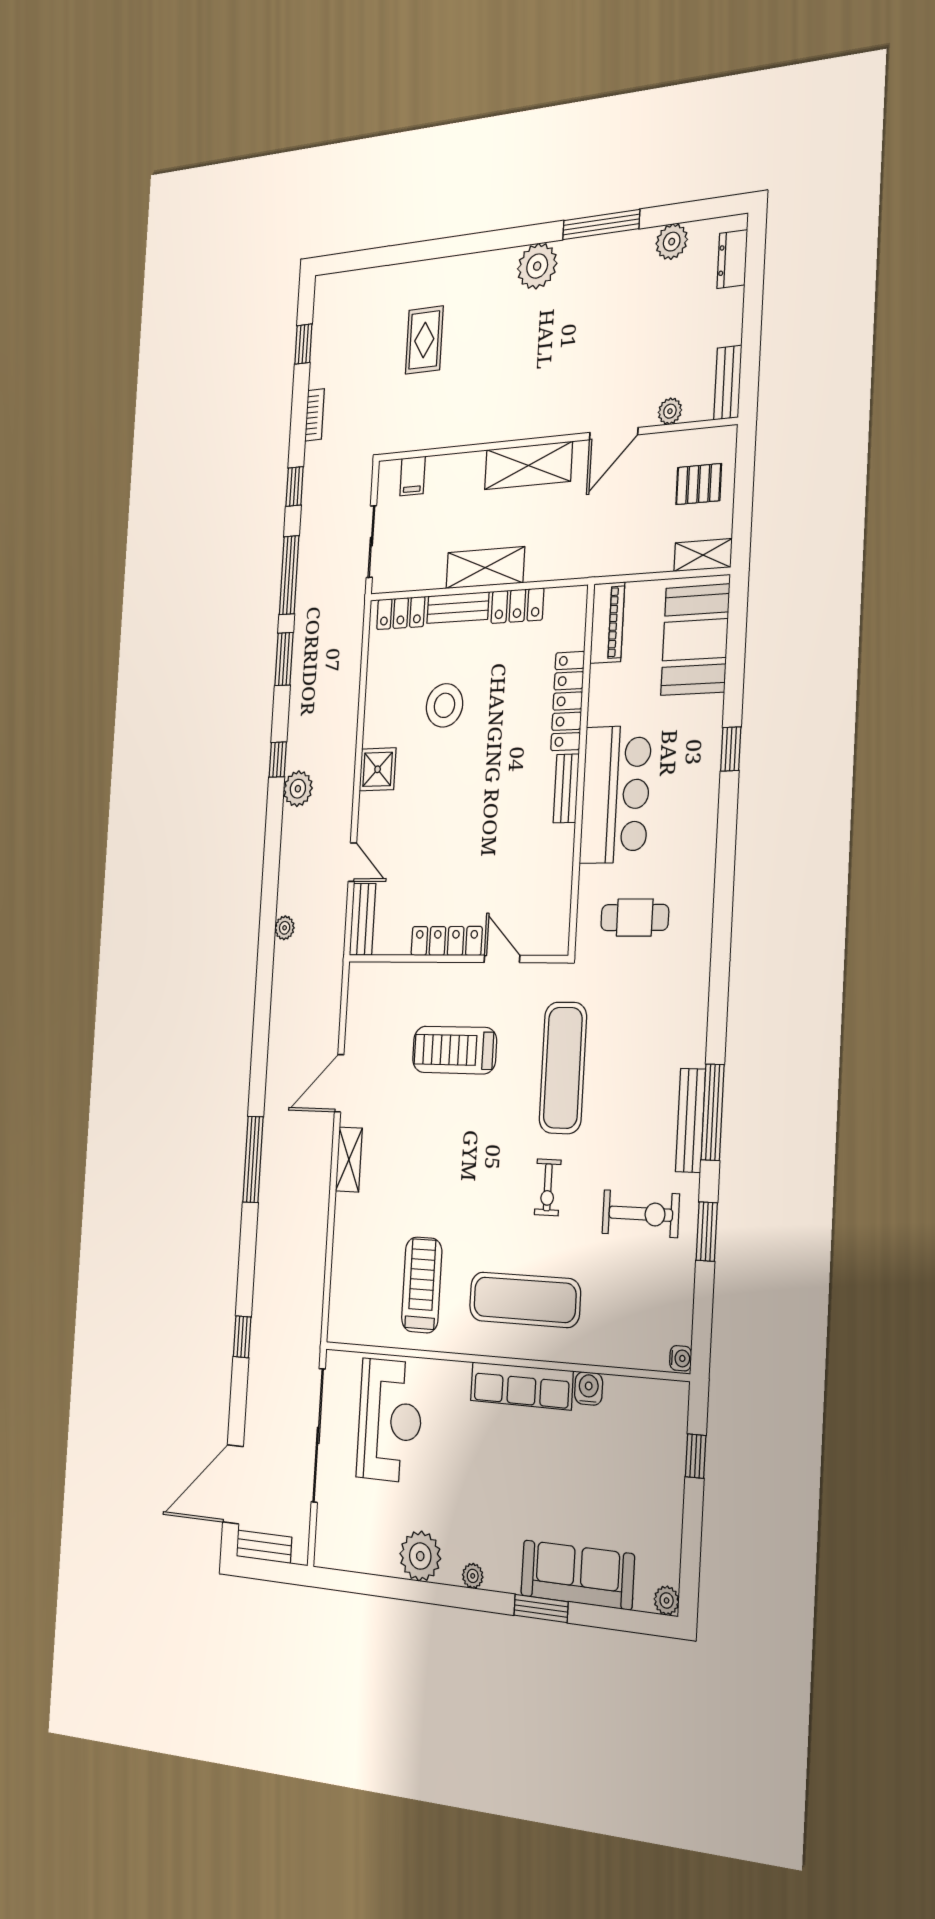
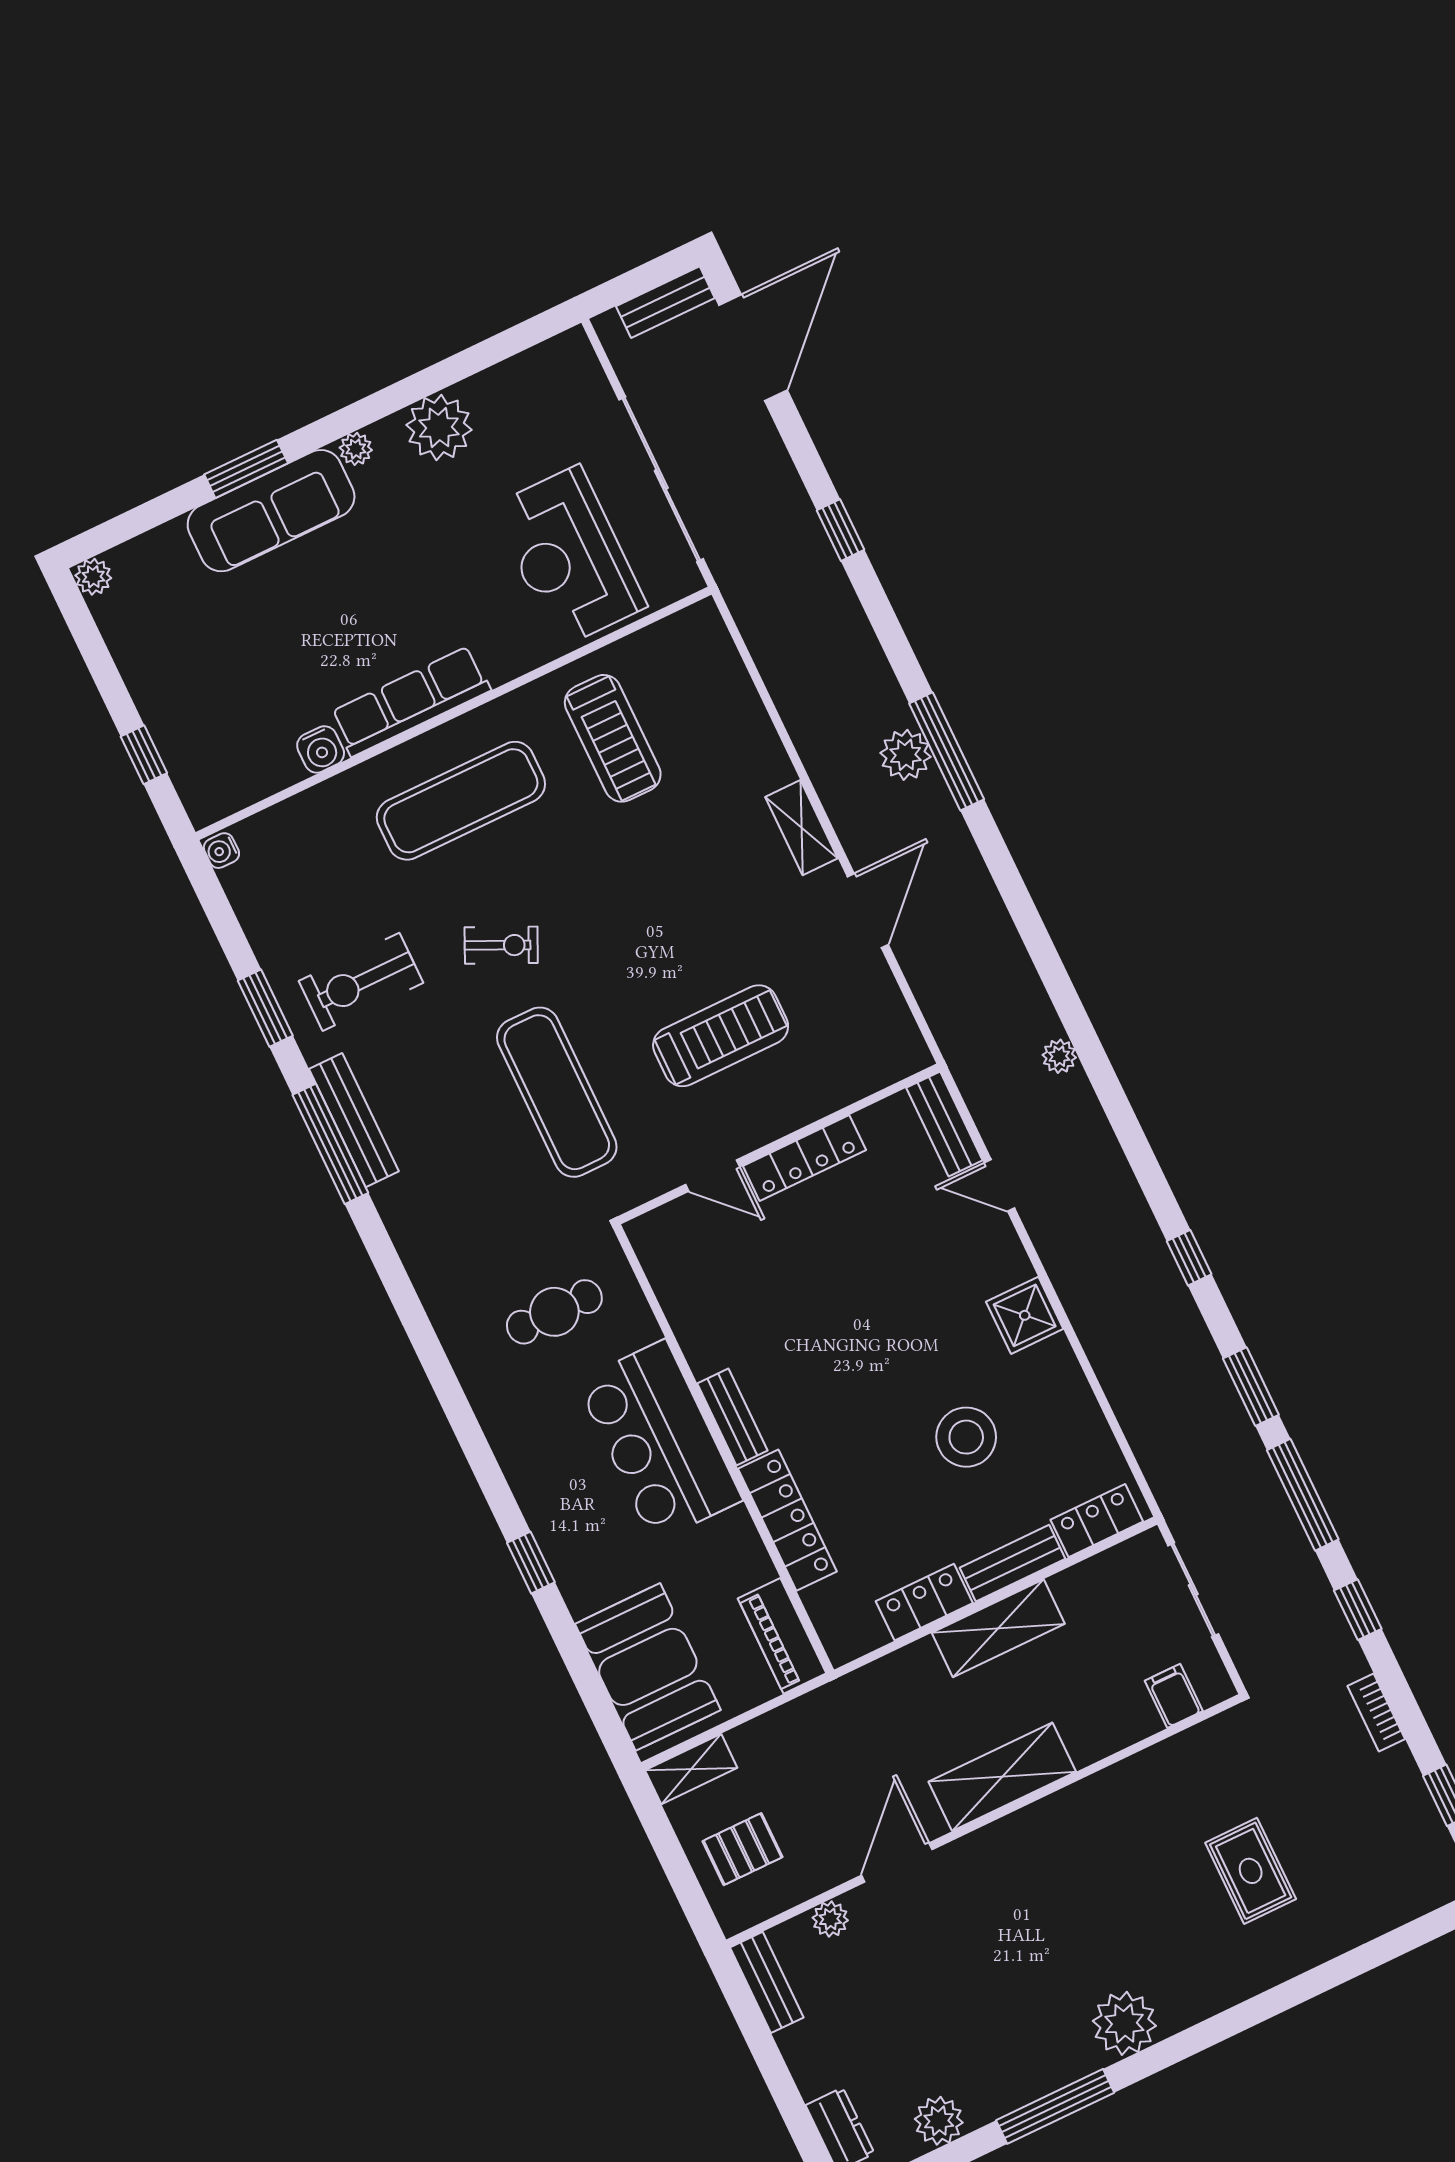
plant: (298, 789) -> (906, 755), moved
exercise bike: (548, 1187) -> (501, 945), turned 115
sofa: (577, 1575) -> (271, 511), moved

